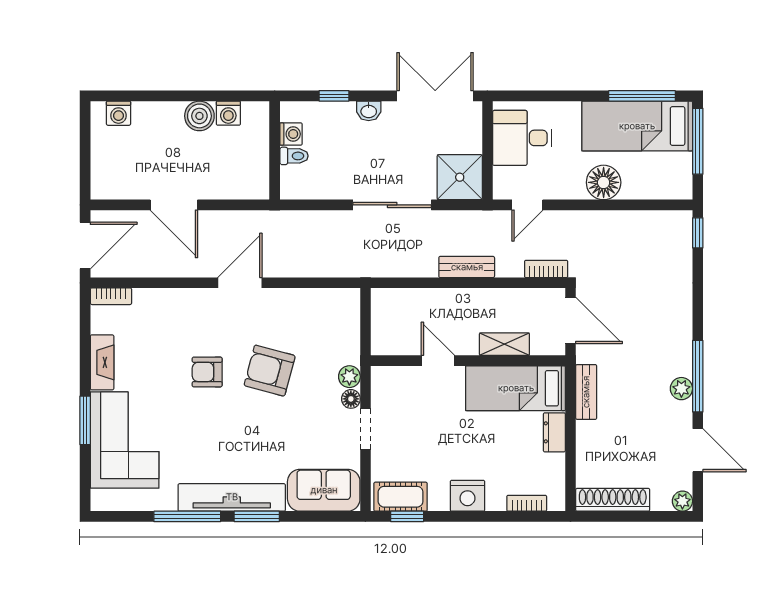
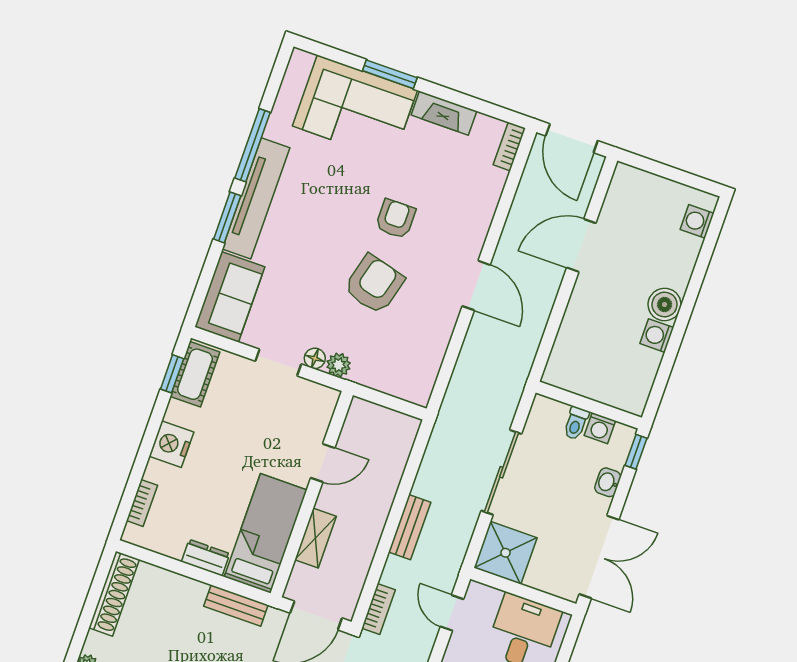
washing machine: (291, 134) -> (600, 428), moved
wall: (275, 150) -> (589, 405), moved
toilet: (294, 156) -> (576, 423), moved

